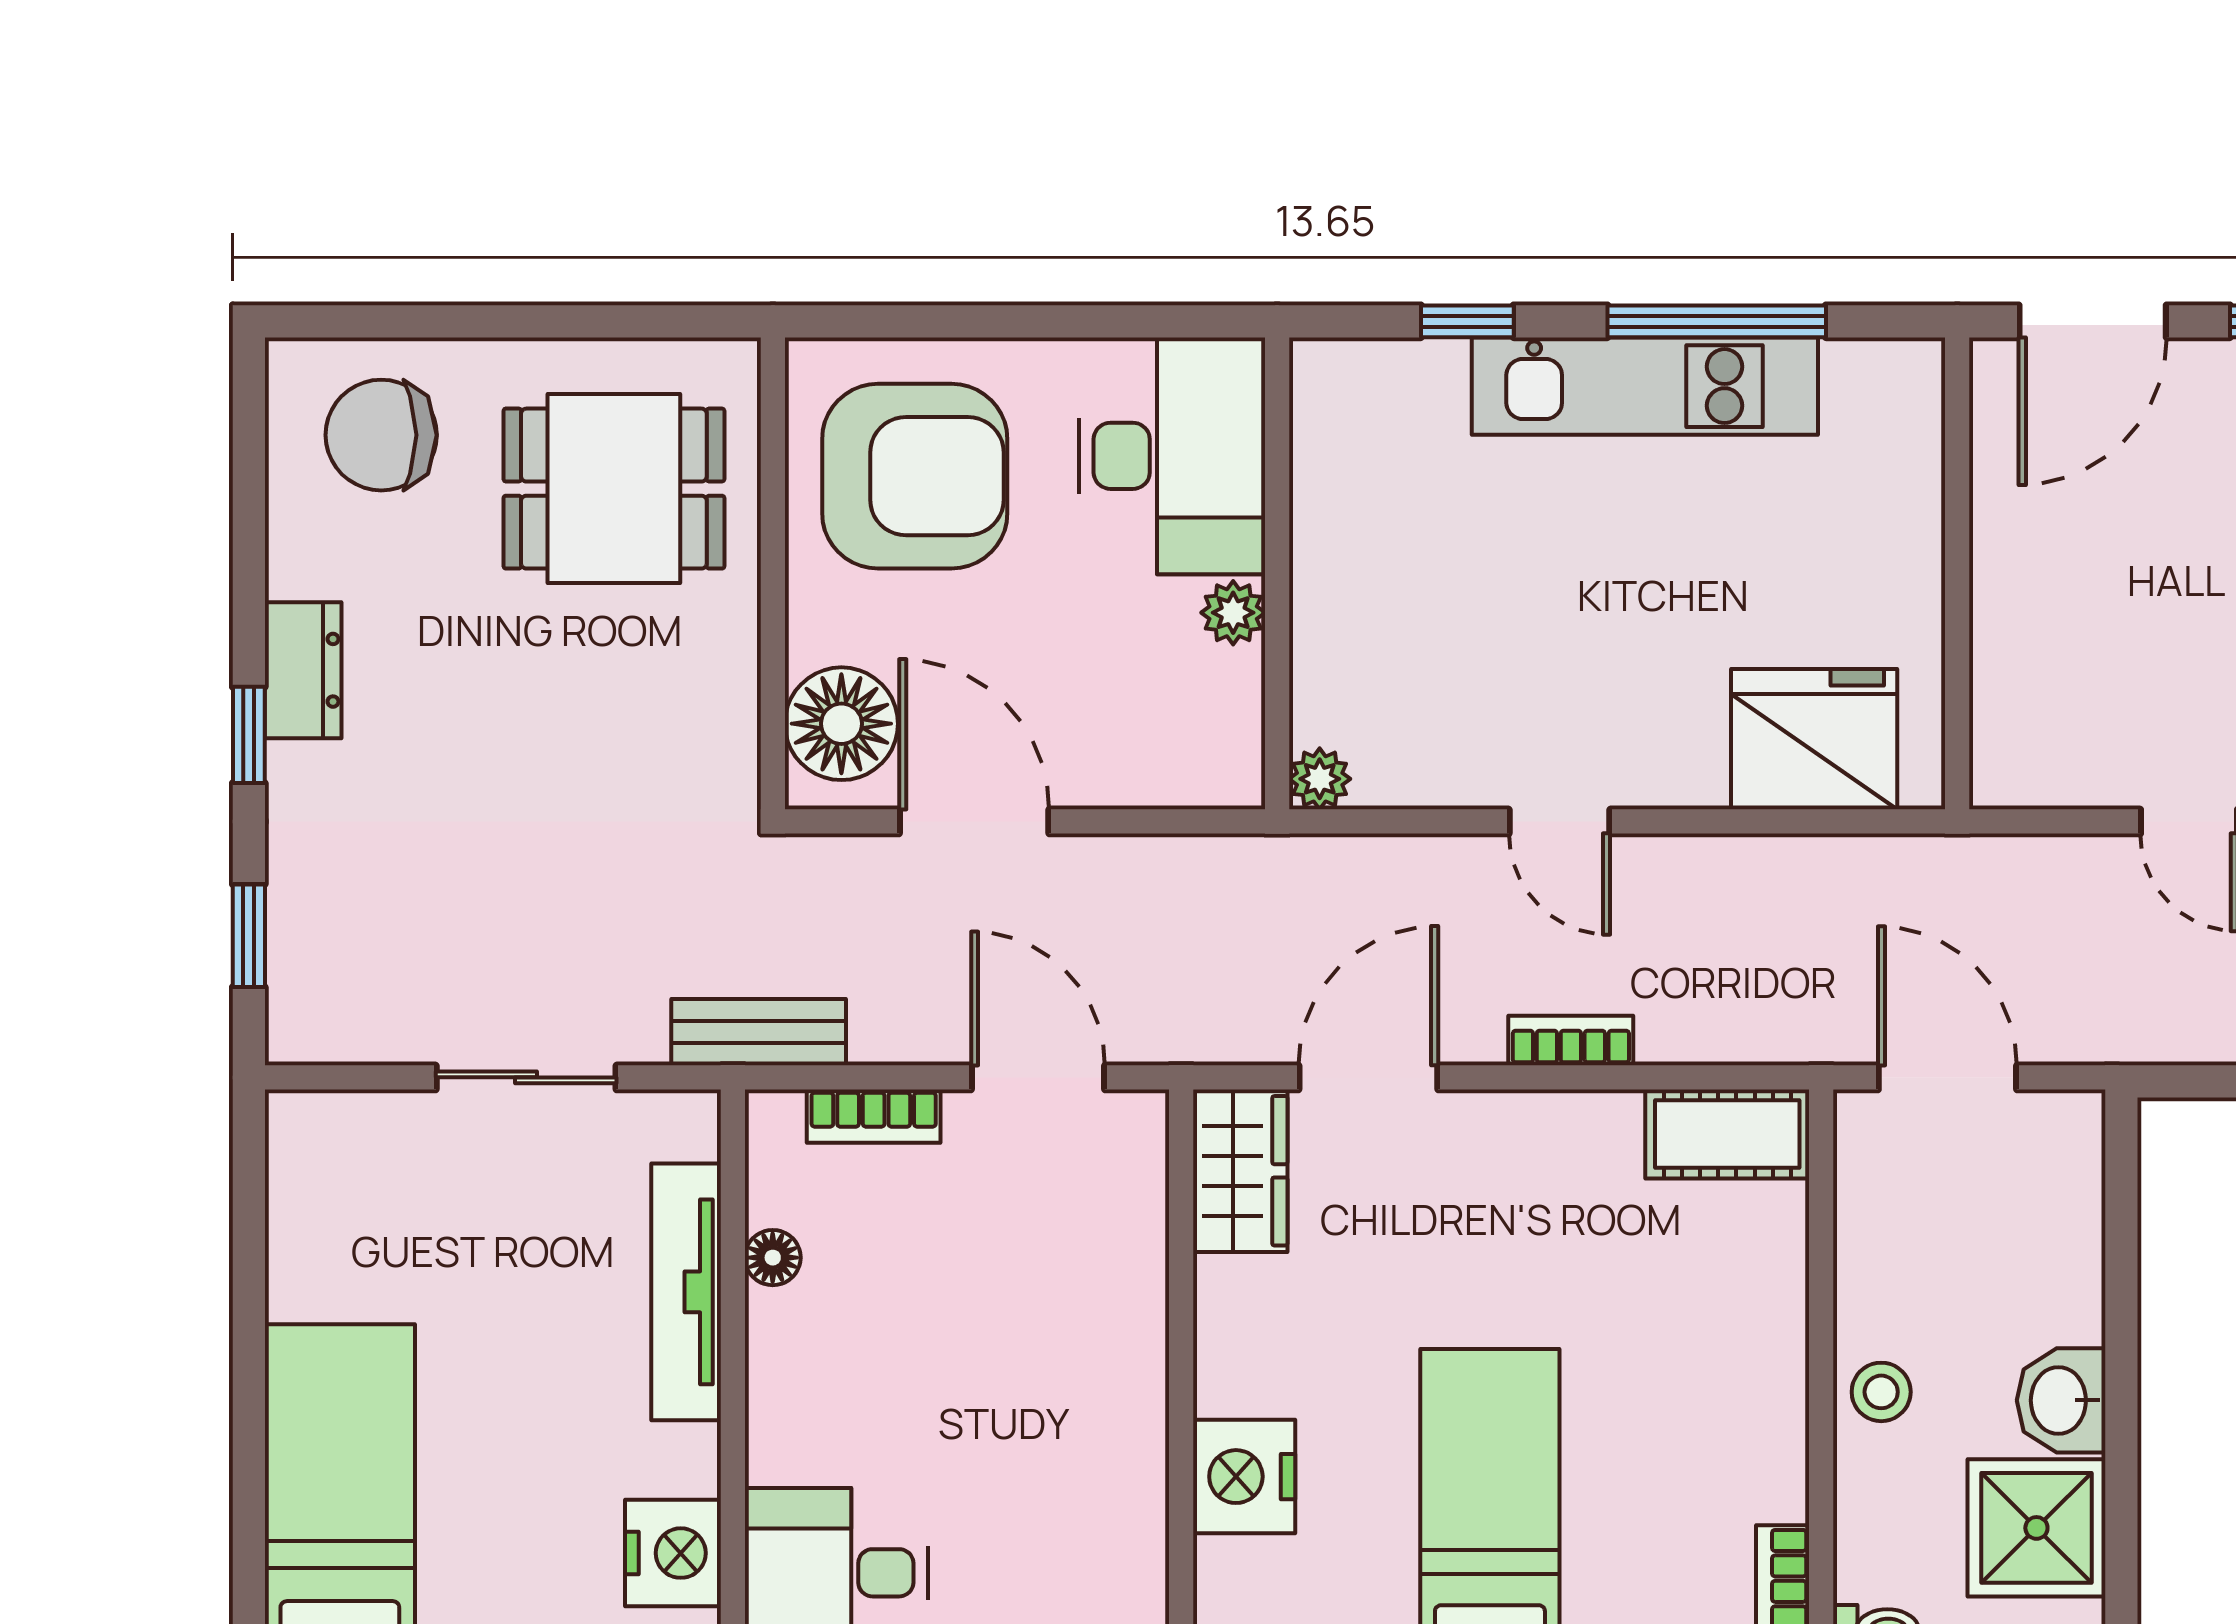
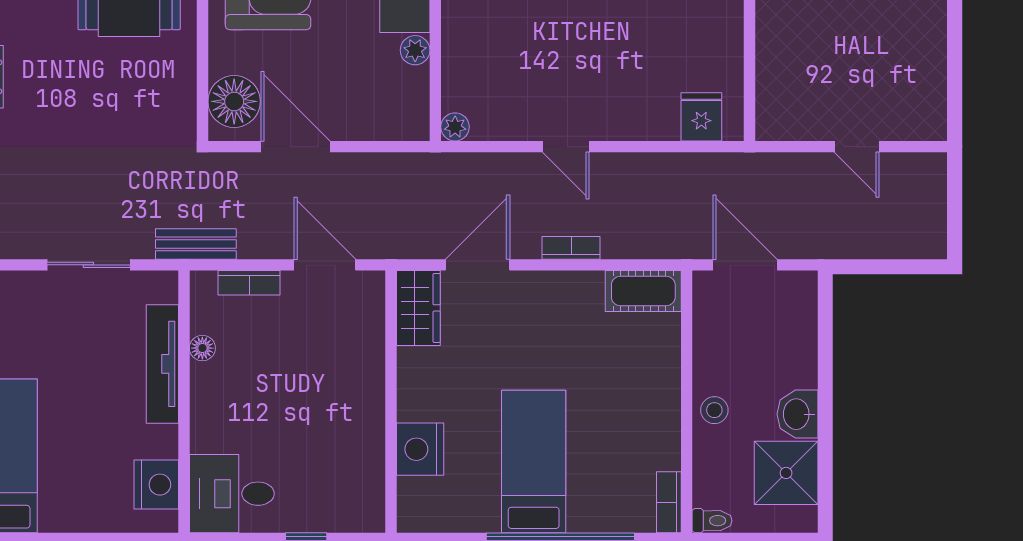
fridge: (1814, 739) -> (701, 117), width x0.53, depth x0.75

